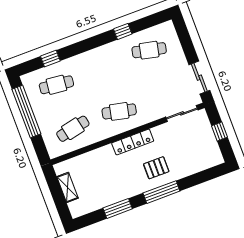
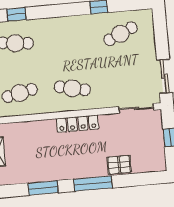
cafe table: (149, 50) -> (121, 34), turned -36
pallet: (156, 168) -> (119, 165), moved

